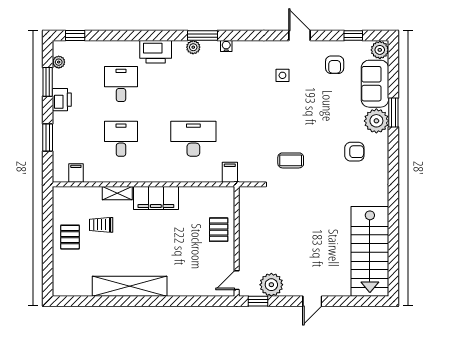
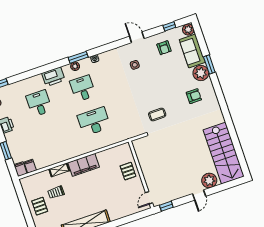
desk: (121, 139) -> (83, 88), moved
filing cabinet: (230, 172) -> (20, 169), moved
plant: (271, 285) -> (209, 180), moved

